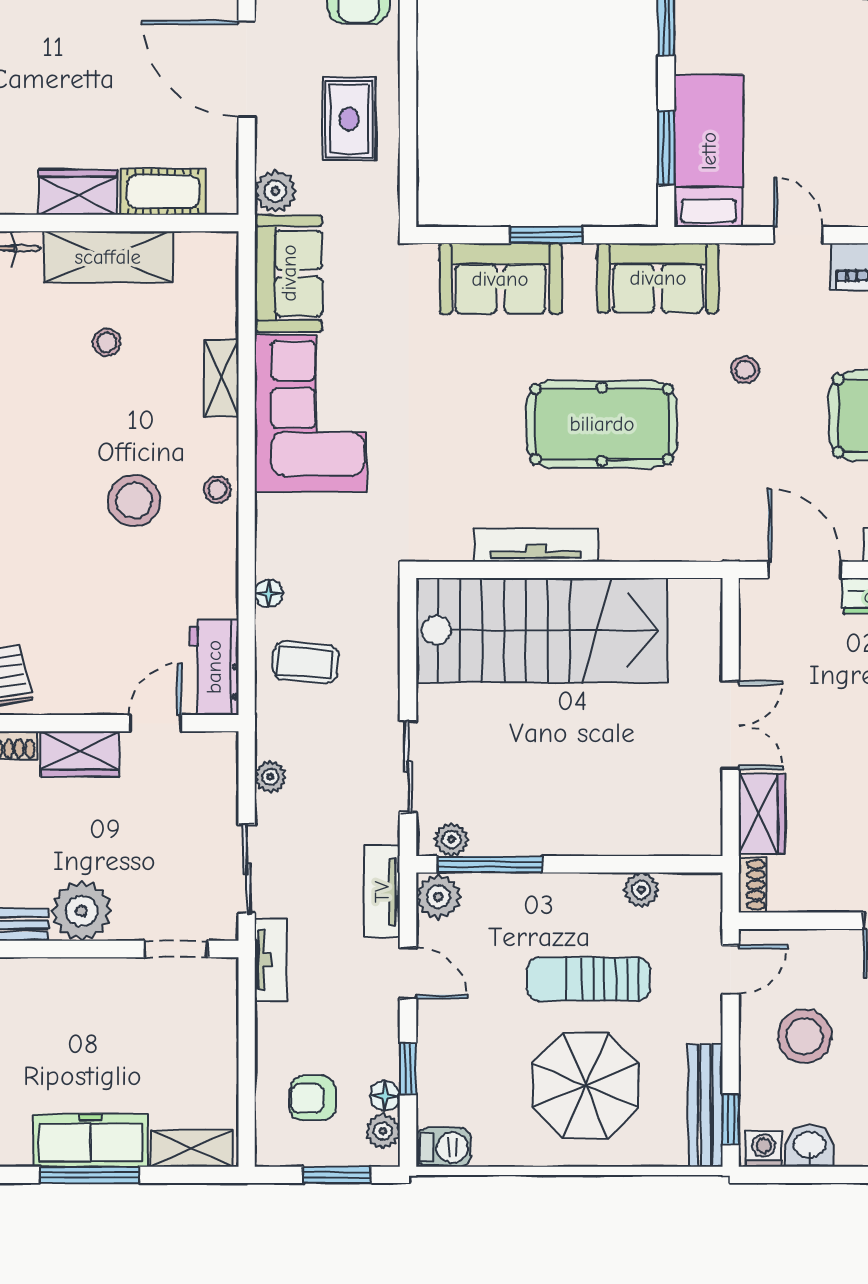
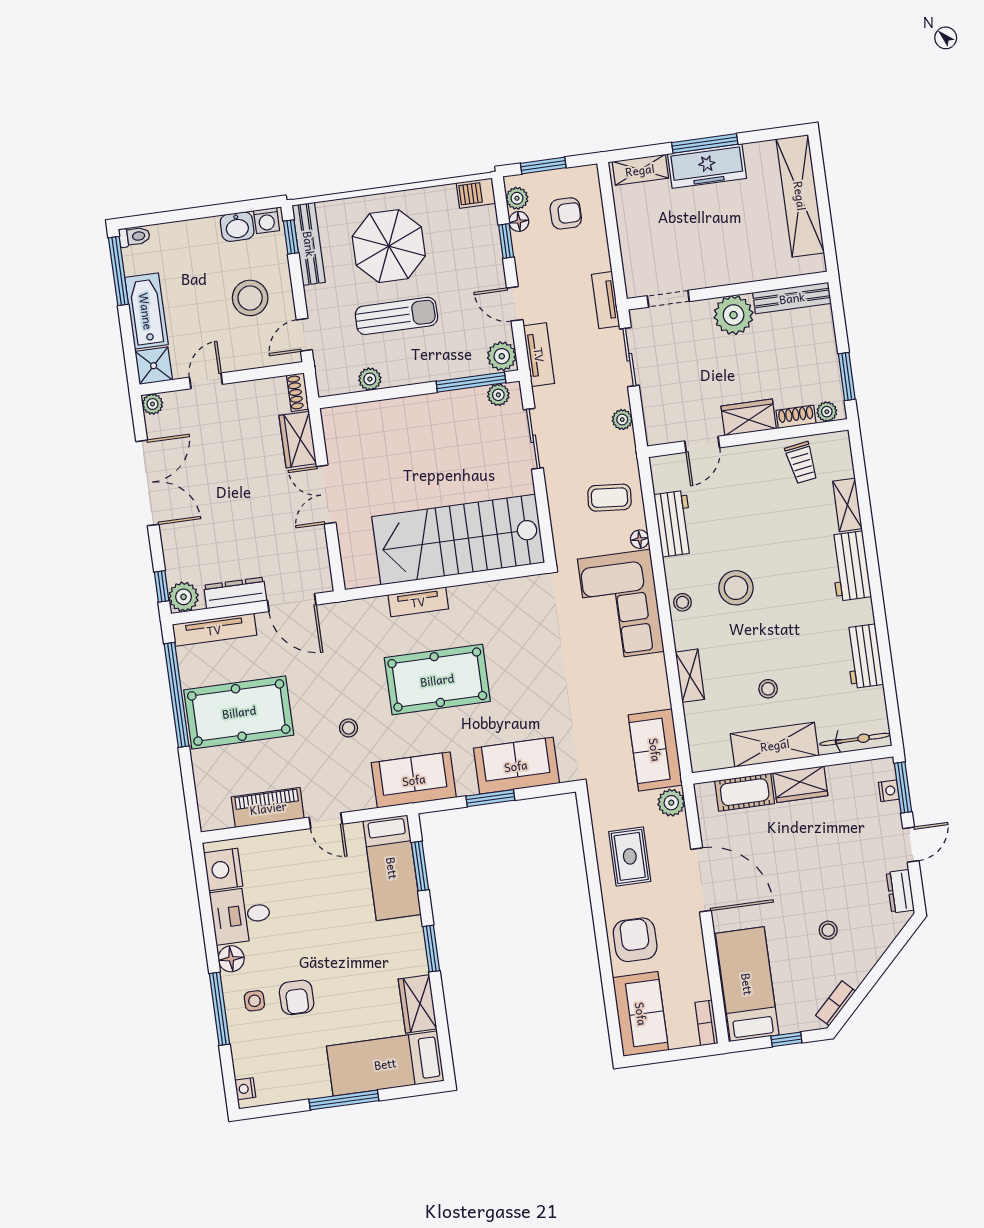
corner sofa: (311, 413) -> (621, 605), moved
tv unit: (536, 545) -> (418, 602), moved, width x0.71
workbench: (214, 667) -> (674, 524), moved

